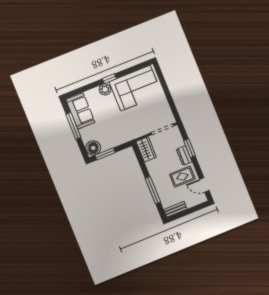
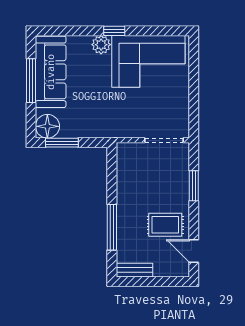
sofa: (80, 111) -> (51, 72), width x1.36
wardrobe: (146, 149) -> (127, 161), removed
dresser: (184, 155) -> (181, 194), removed

